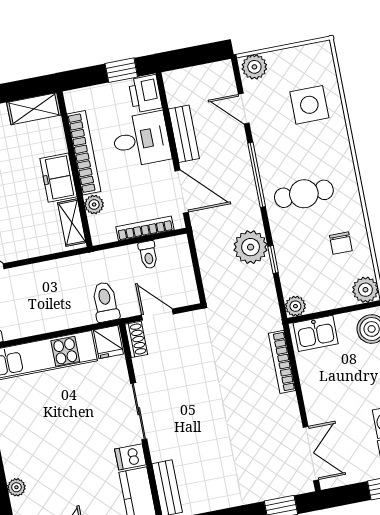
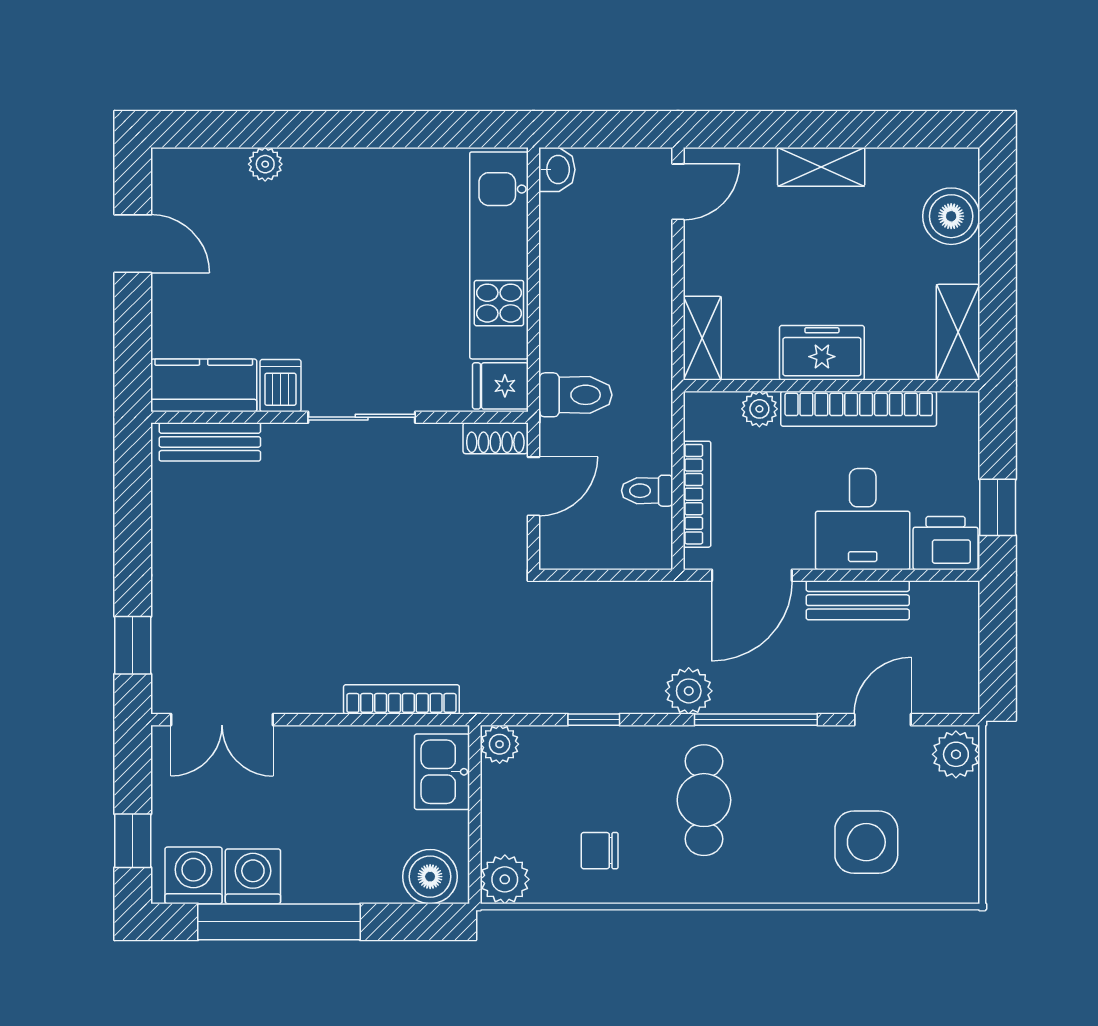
shelving: (72, 223) -> (702, 338), moved, turned 90
plant: (251, 247) -> (689, 691), moved, width x0.73, depth x0.73

